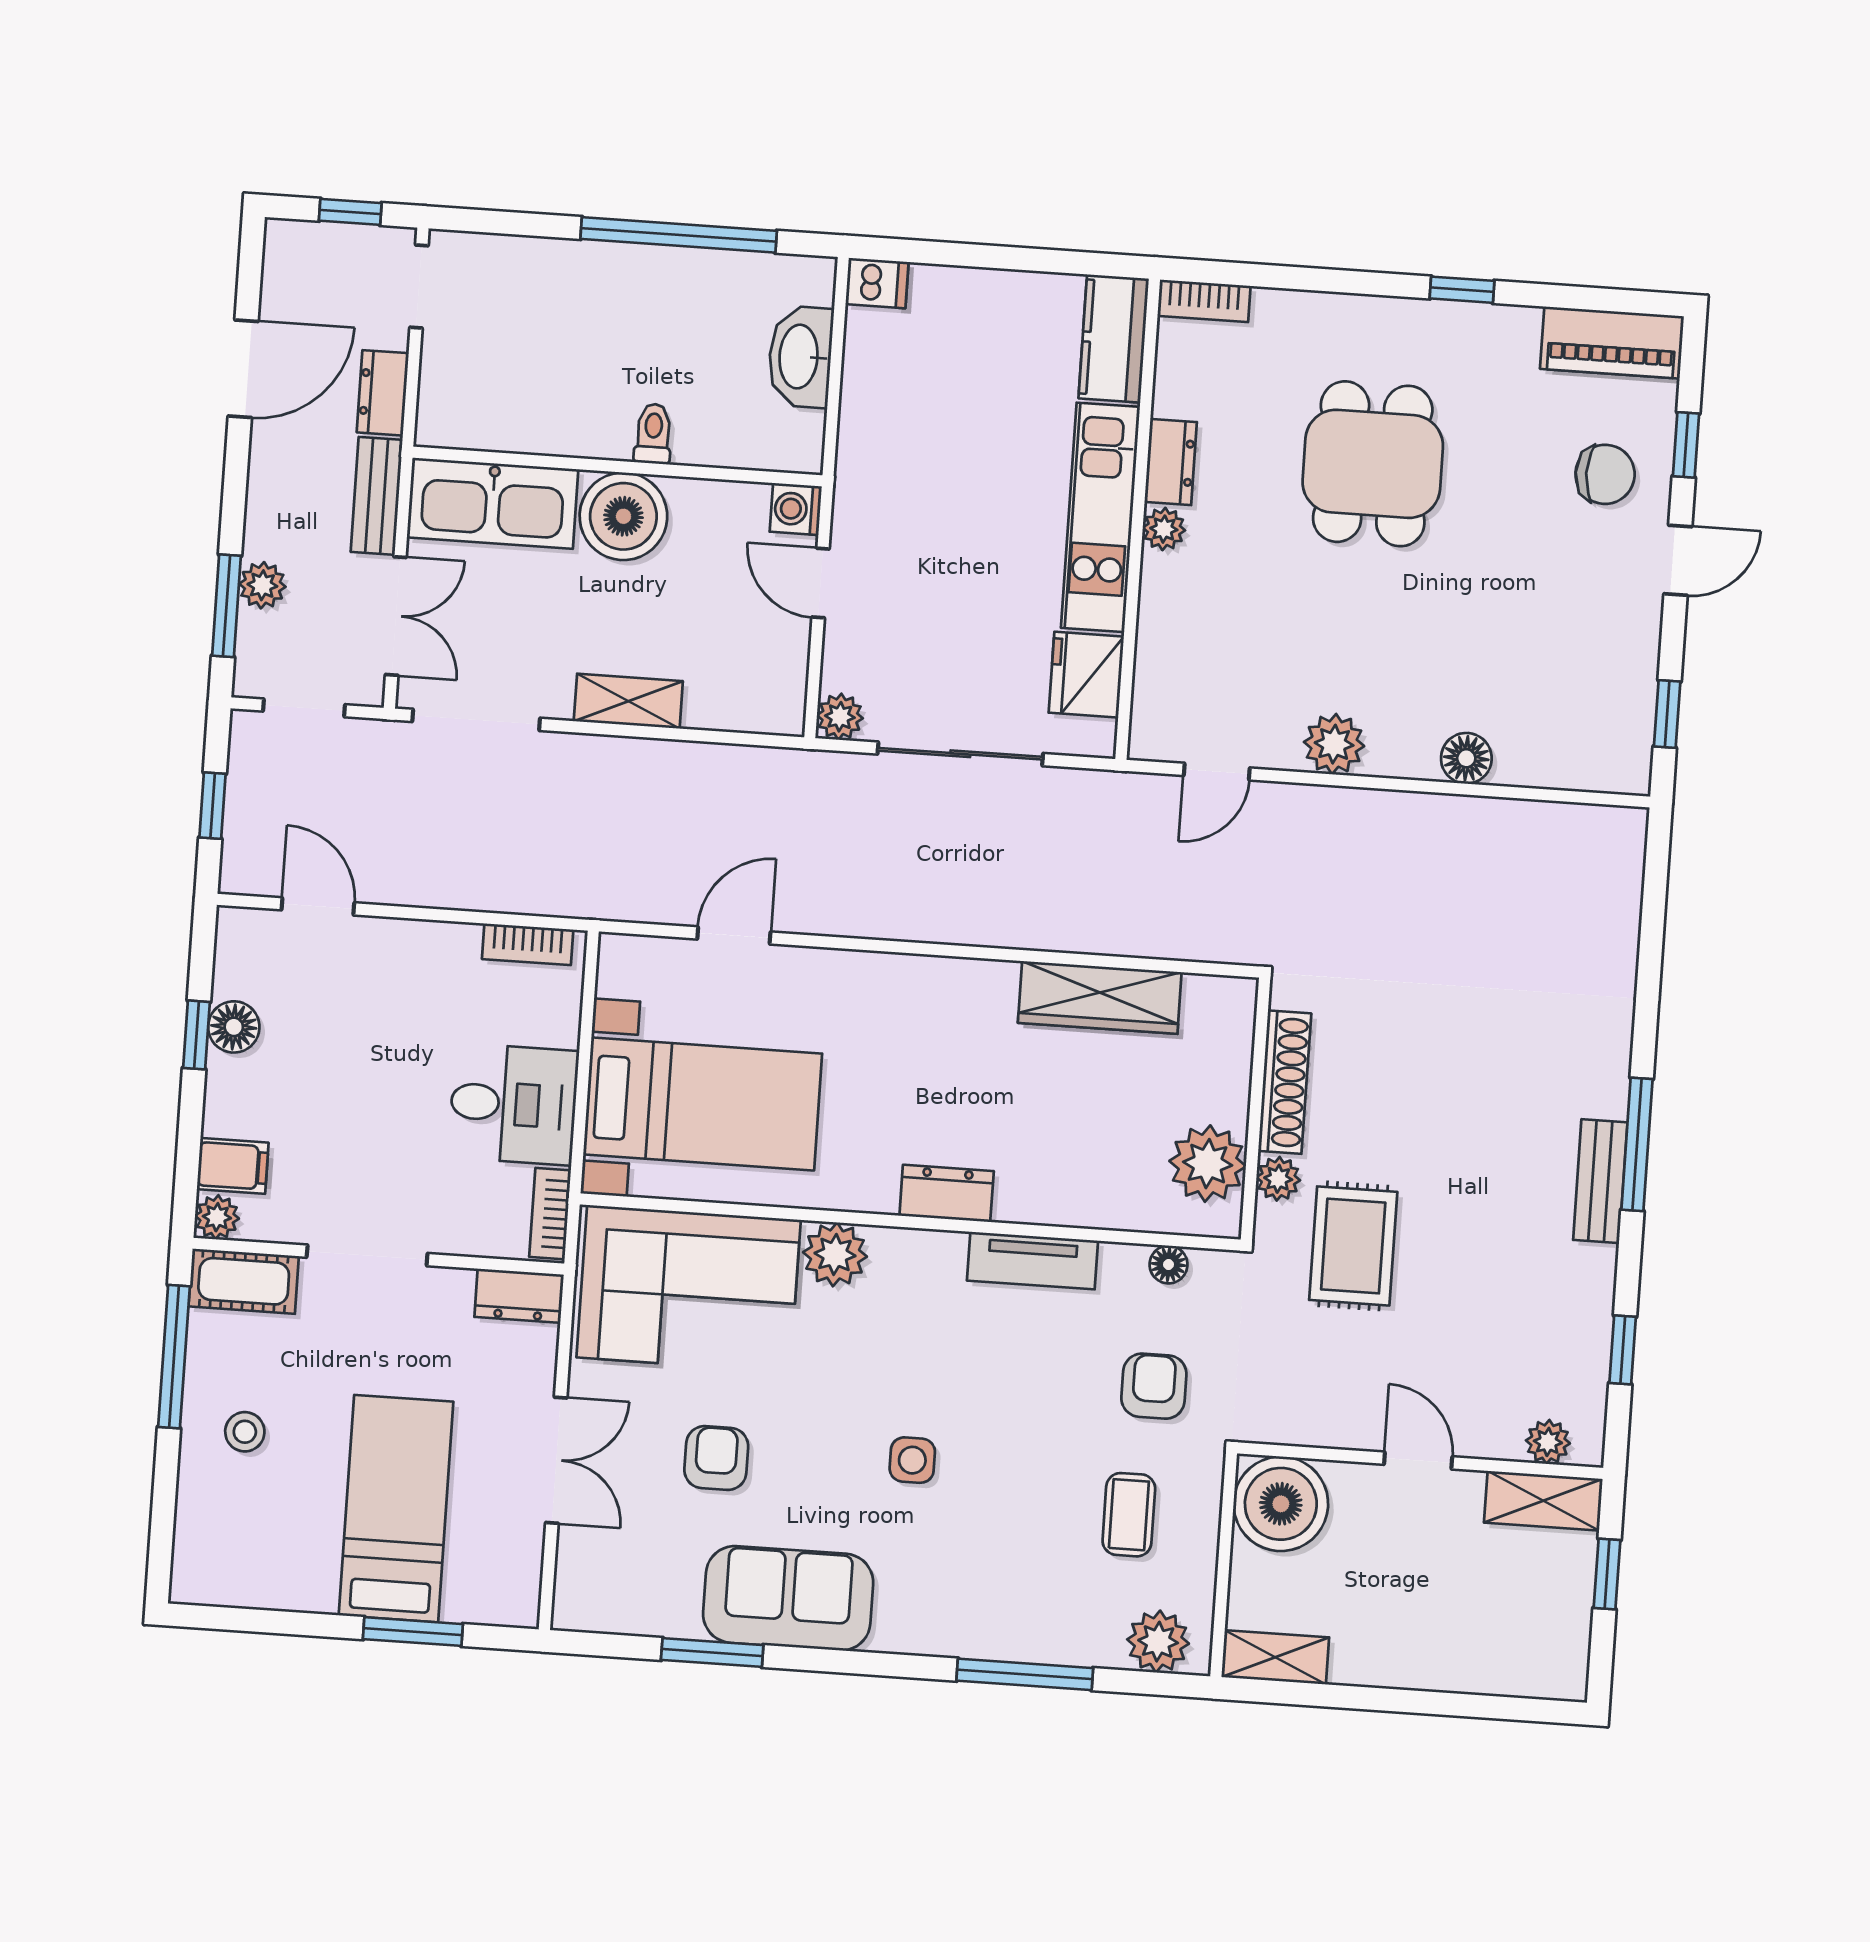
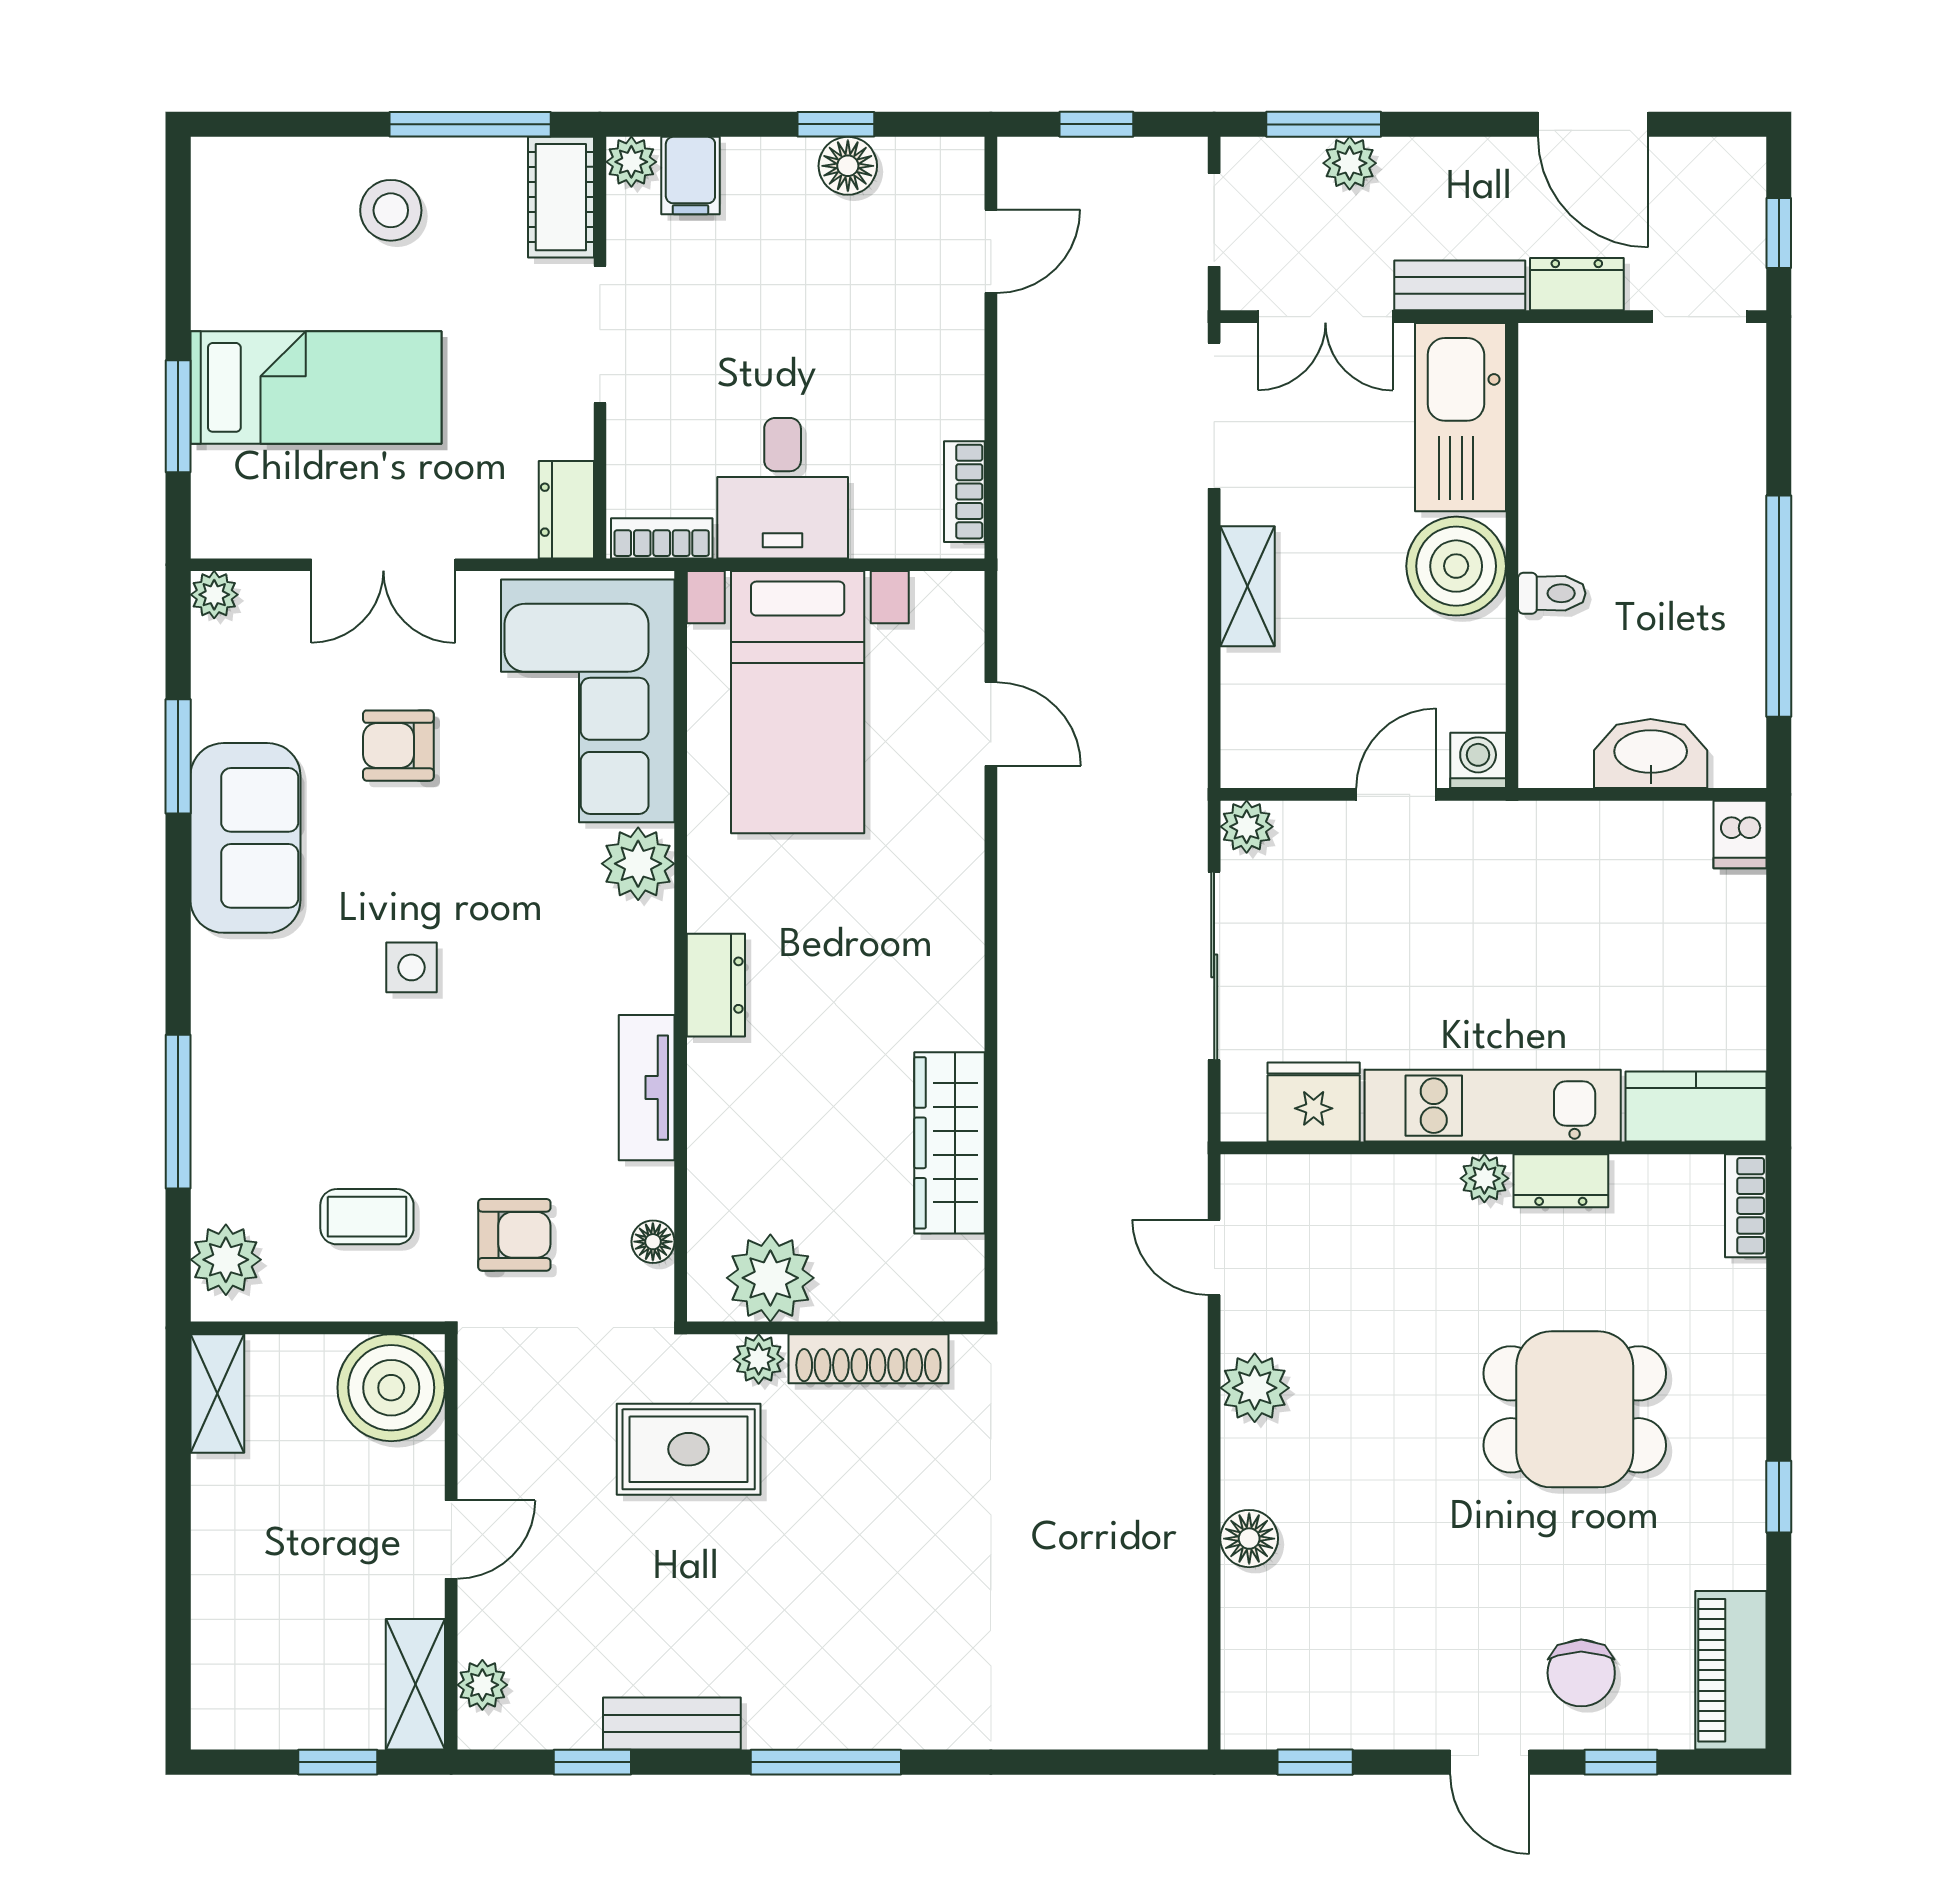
bench: (1600, 1181) -> (672, 1724), moved
stool: (245, 1432) -> (391, 210), width x1.37, depth x1.37
armchair: (716, 1458) -> (398, 746), turned 180
plant: (572, 1611) -> (214, 595), added

